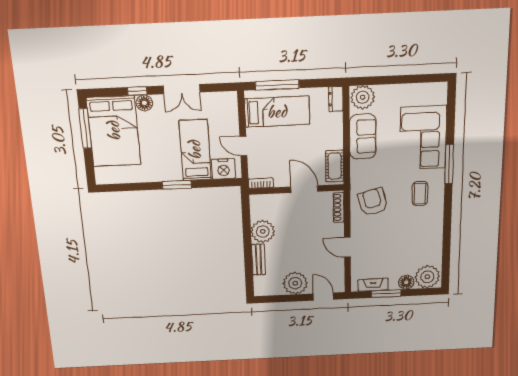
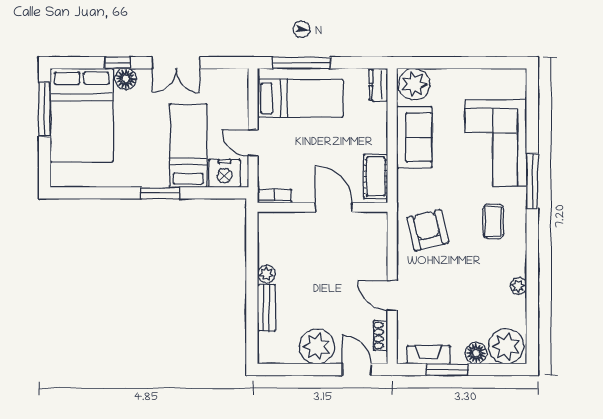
shoe rack: (339, 207) -> (380, 335), moved, width x0.70
plant: (263, 231) -> (266, 274), width x0.53, depth x0.53
plant: (437, 237) -> (518, 286), added

